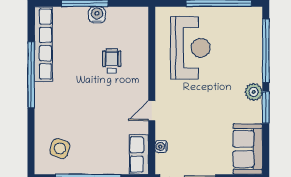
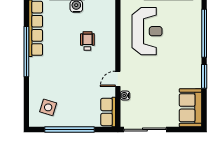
plant: (254, 92) -> (195, 65), removed
water cooler: (161, 146) -> (125, 96), moved

